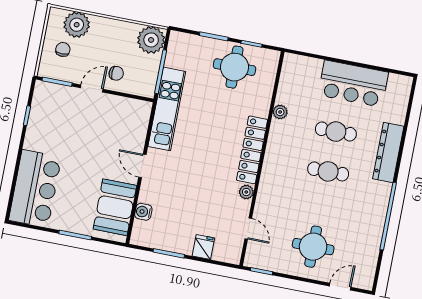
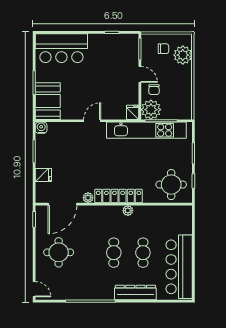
plant: (151, 40) -> (151, 110), moved
round table: (234, 67) -> (171, 185), moved
bar counter: (353, 84) -> (179, 267), width x1.36
fridge: (141, 108) -> (133, 112), added
kitchen unit: (167, 109) -> (146, 130), width x1.36
plant: (280, 112) -> (128, 211), moved
booth: (115, 207) -> (48, 101), moved, turned 90
water cooler: (143, 212) -> (41, 128), moved
door: (248, 229) -> (63, 204), width x1.87
door: (340, 287) -> (34, 289), moved

